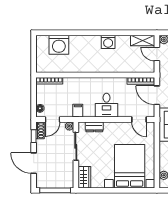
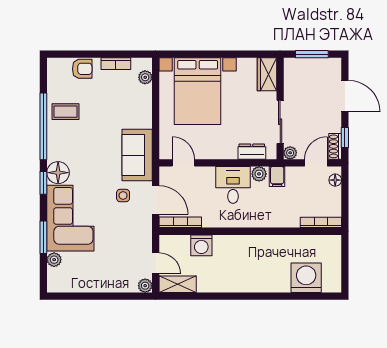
washing machine: (108, 42) -> (201, 245), moved, turned 180
plant: (90, 112) -> (259, 174), added
window: (55, 190) -> (312, 54), width x0.69

